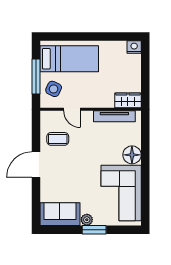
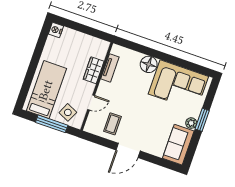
wardrobe: (128, 100) -> (94, 70), moved
tv unit: (114, 116) -> (110, 68), width x0.71
door: (36, 165) -> (128, 150), hinge flipped

